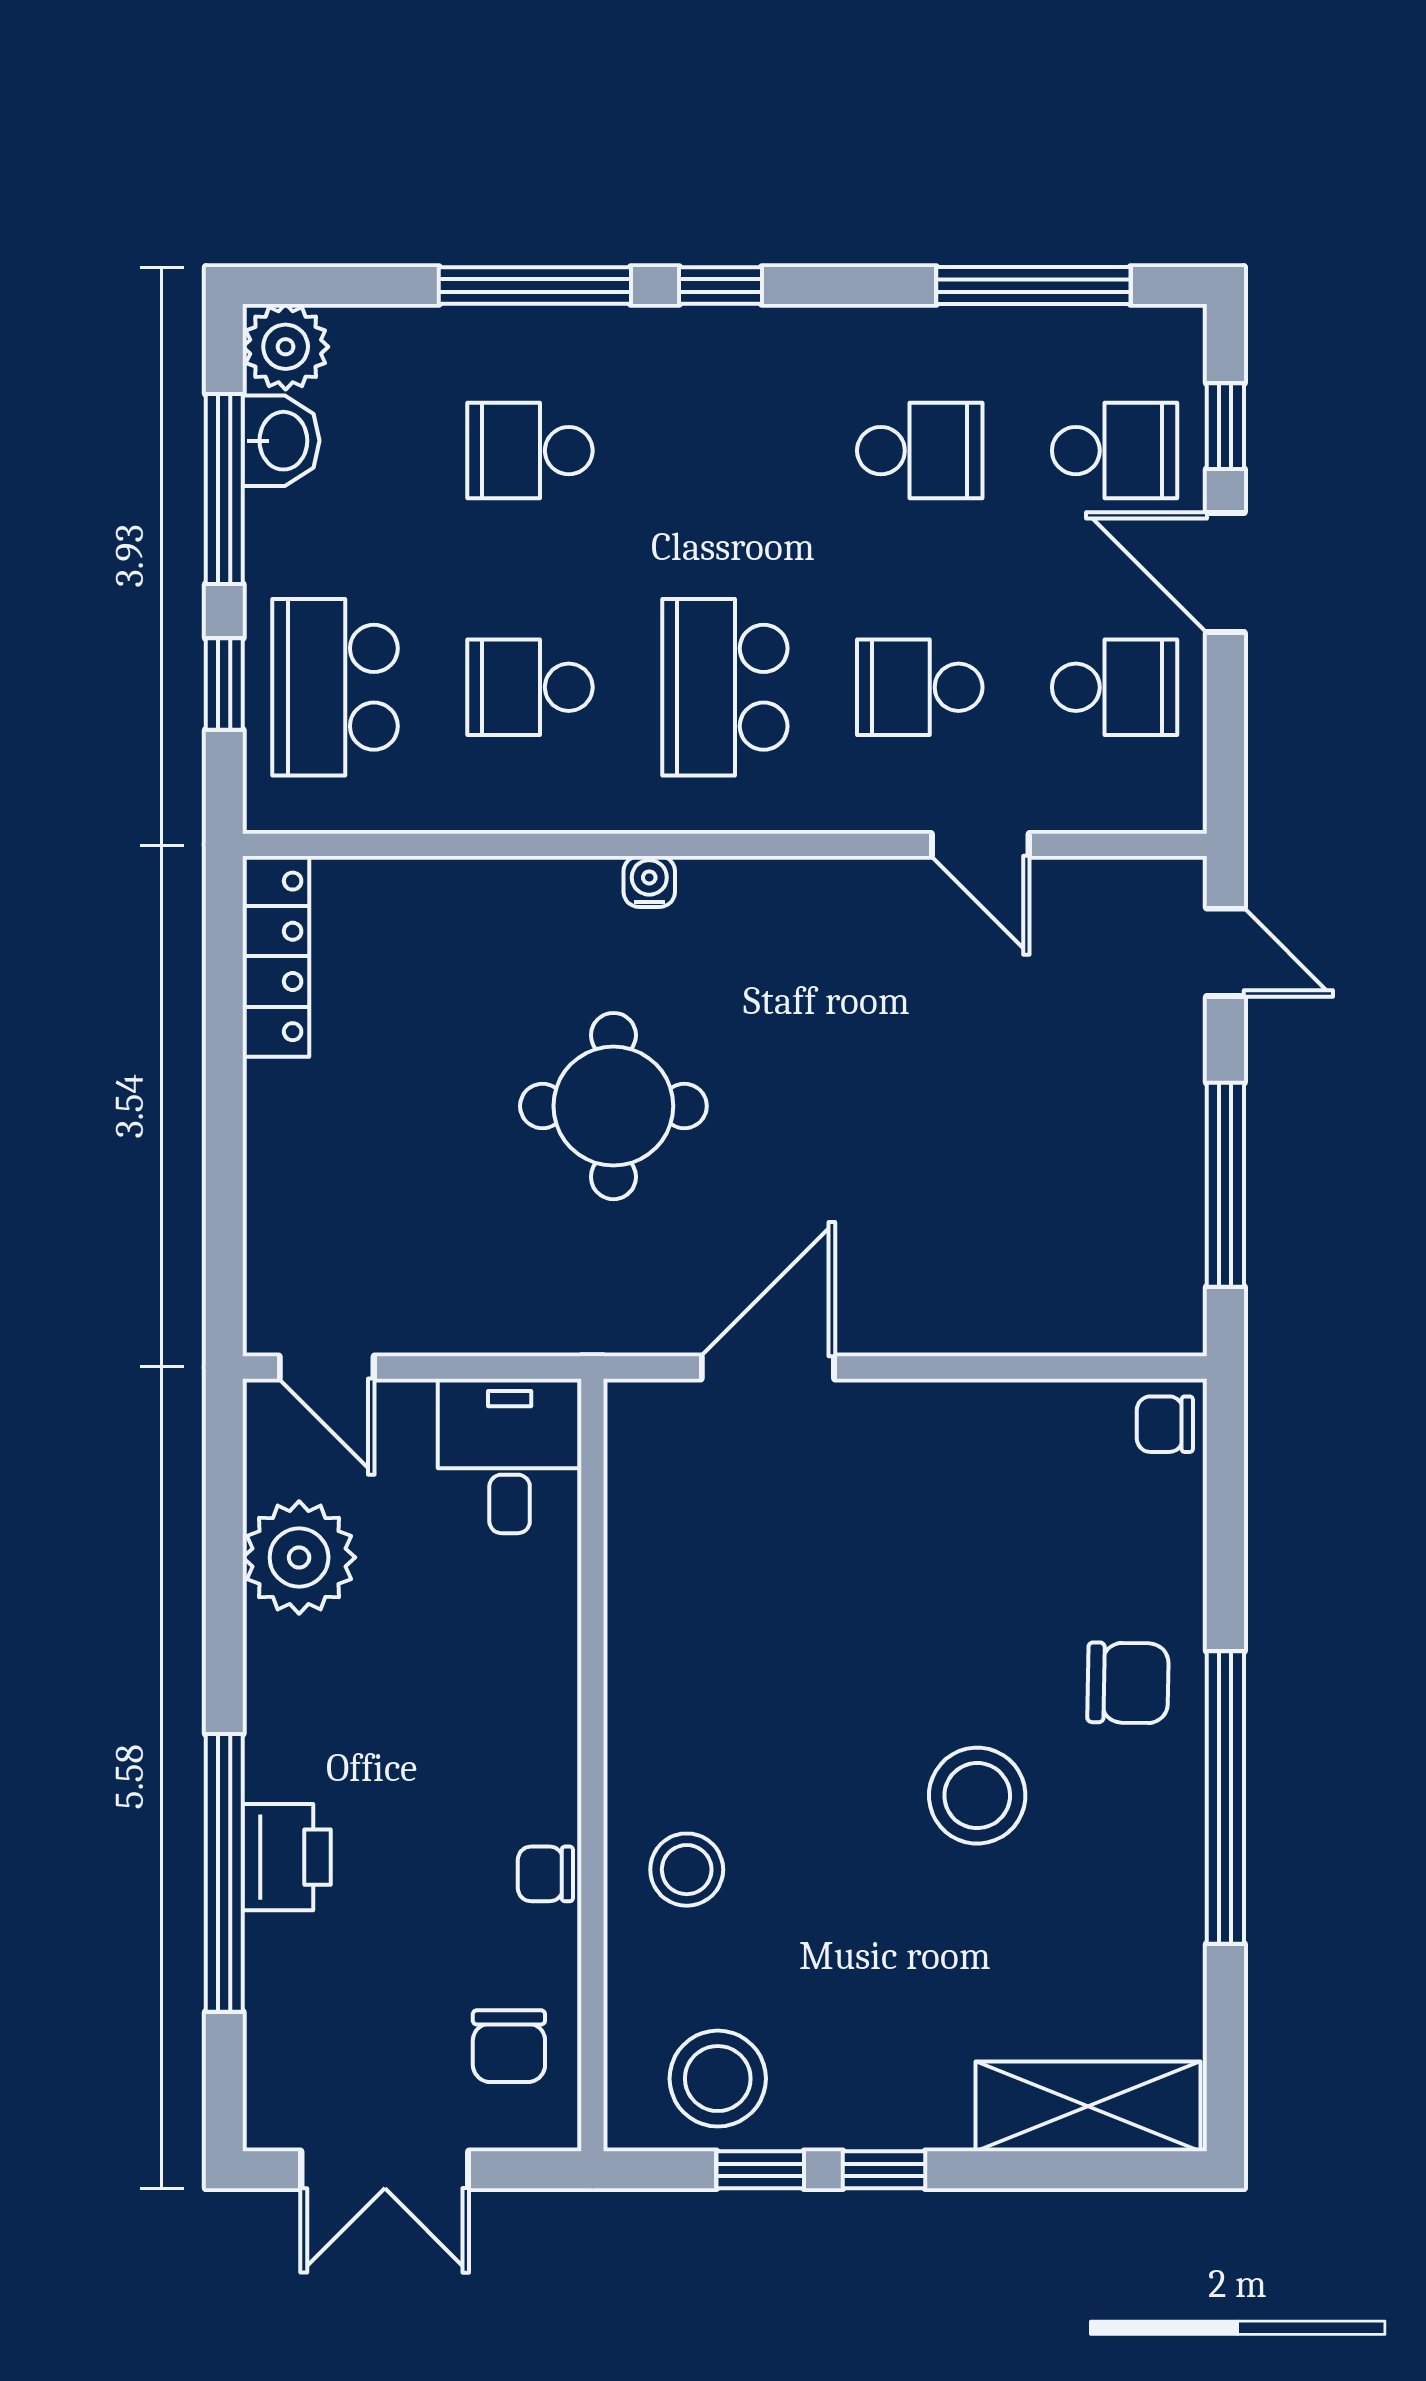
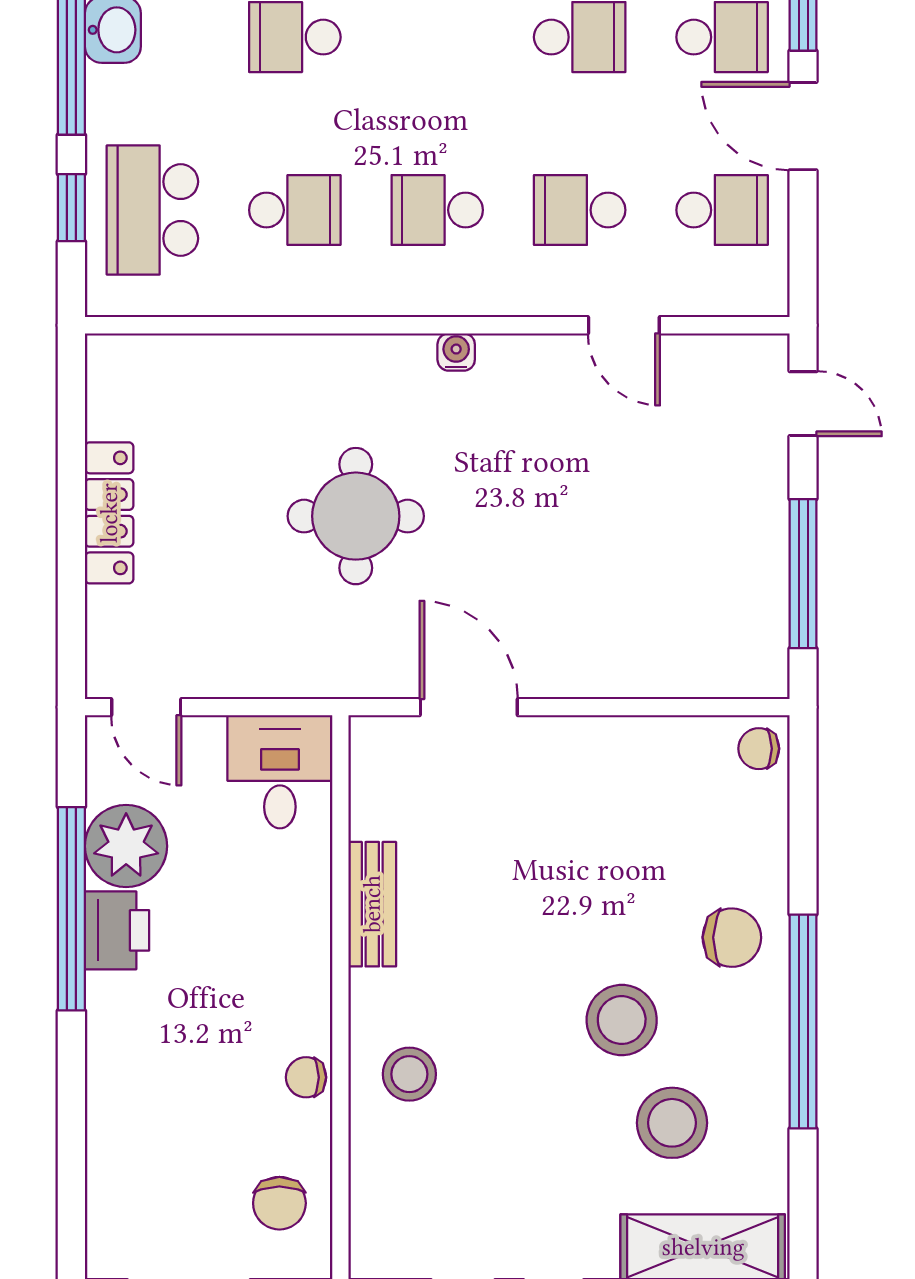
school desk: (530, 687) -> (295, 210), turned 180
school desk: (725, 687) -> (437, 210), width x0.54
water cooler: (649, 882) -> (456, 352), moved
locker: (276, 956) -> (109, 513), moved
door: (768, 1368) -> (469, 707), hinge flipped
bench: (636, 1637) -> (372, 904), added
printer: (287, 1857) -> (117, 930), moved
window: (224, 1873) -> (71, 909), moved
stool: (718, 2079) -> (672, 1123), moved

